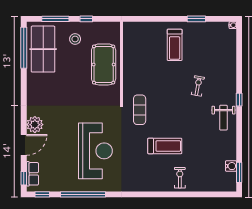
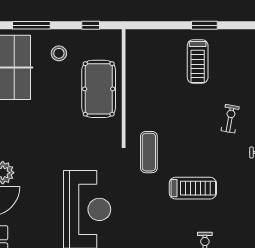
window: (86, 19) -> (91, 25), moved
window: (196, 19) -> (204, 25), moved
treadmill: (165, 146) -> (193, 188), moved

